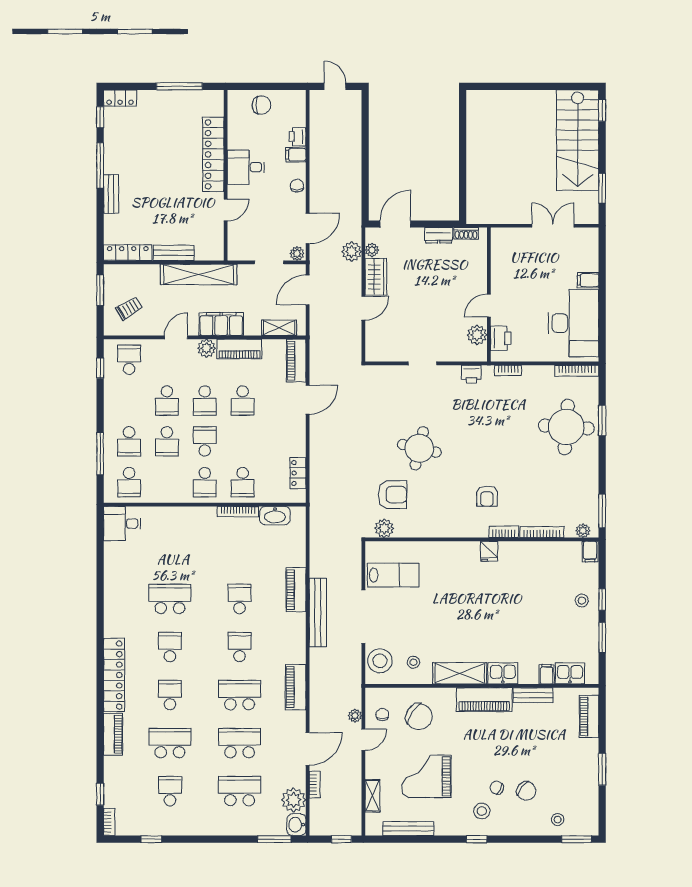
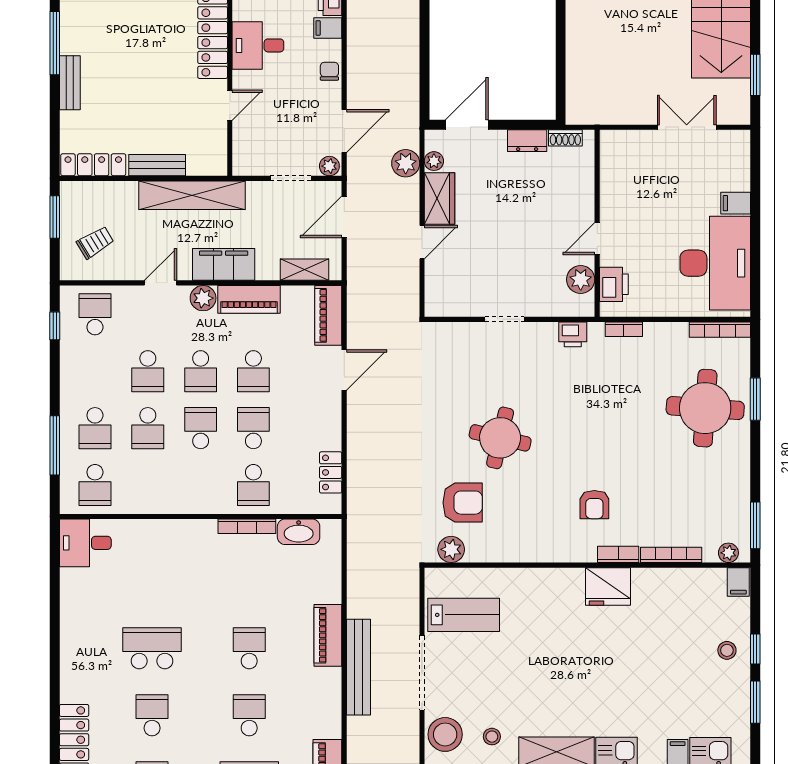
school desk: (205, 482) -> (253, 428), moved, turned 180
fridge: (489, 551) -> (608, 586), width x1.88, depth x1.34

